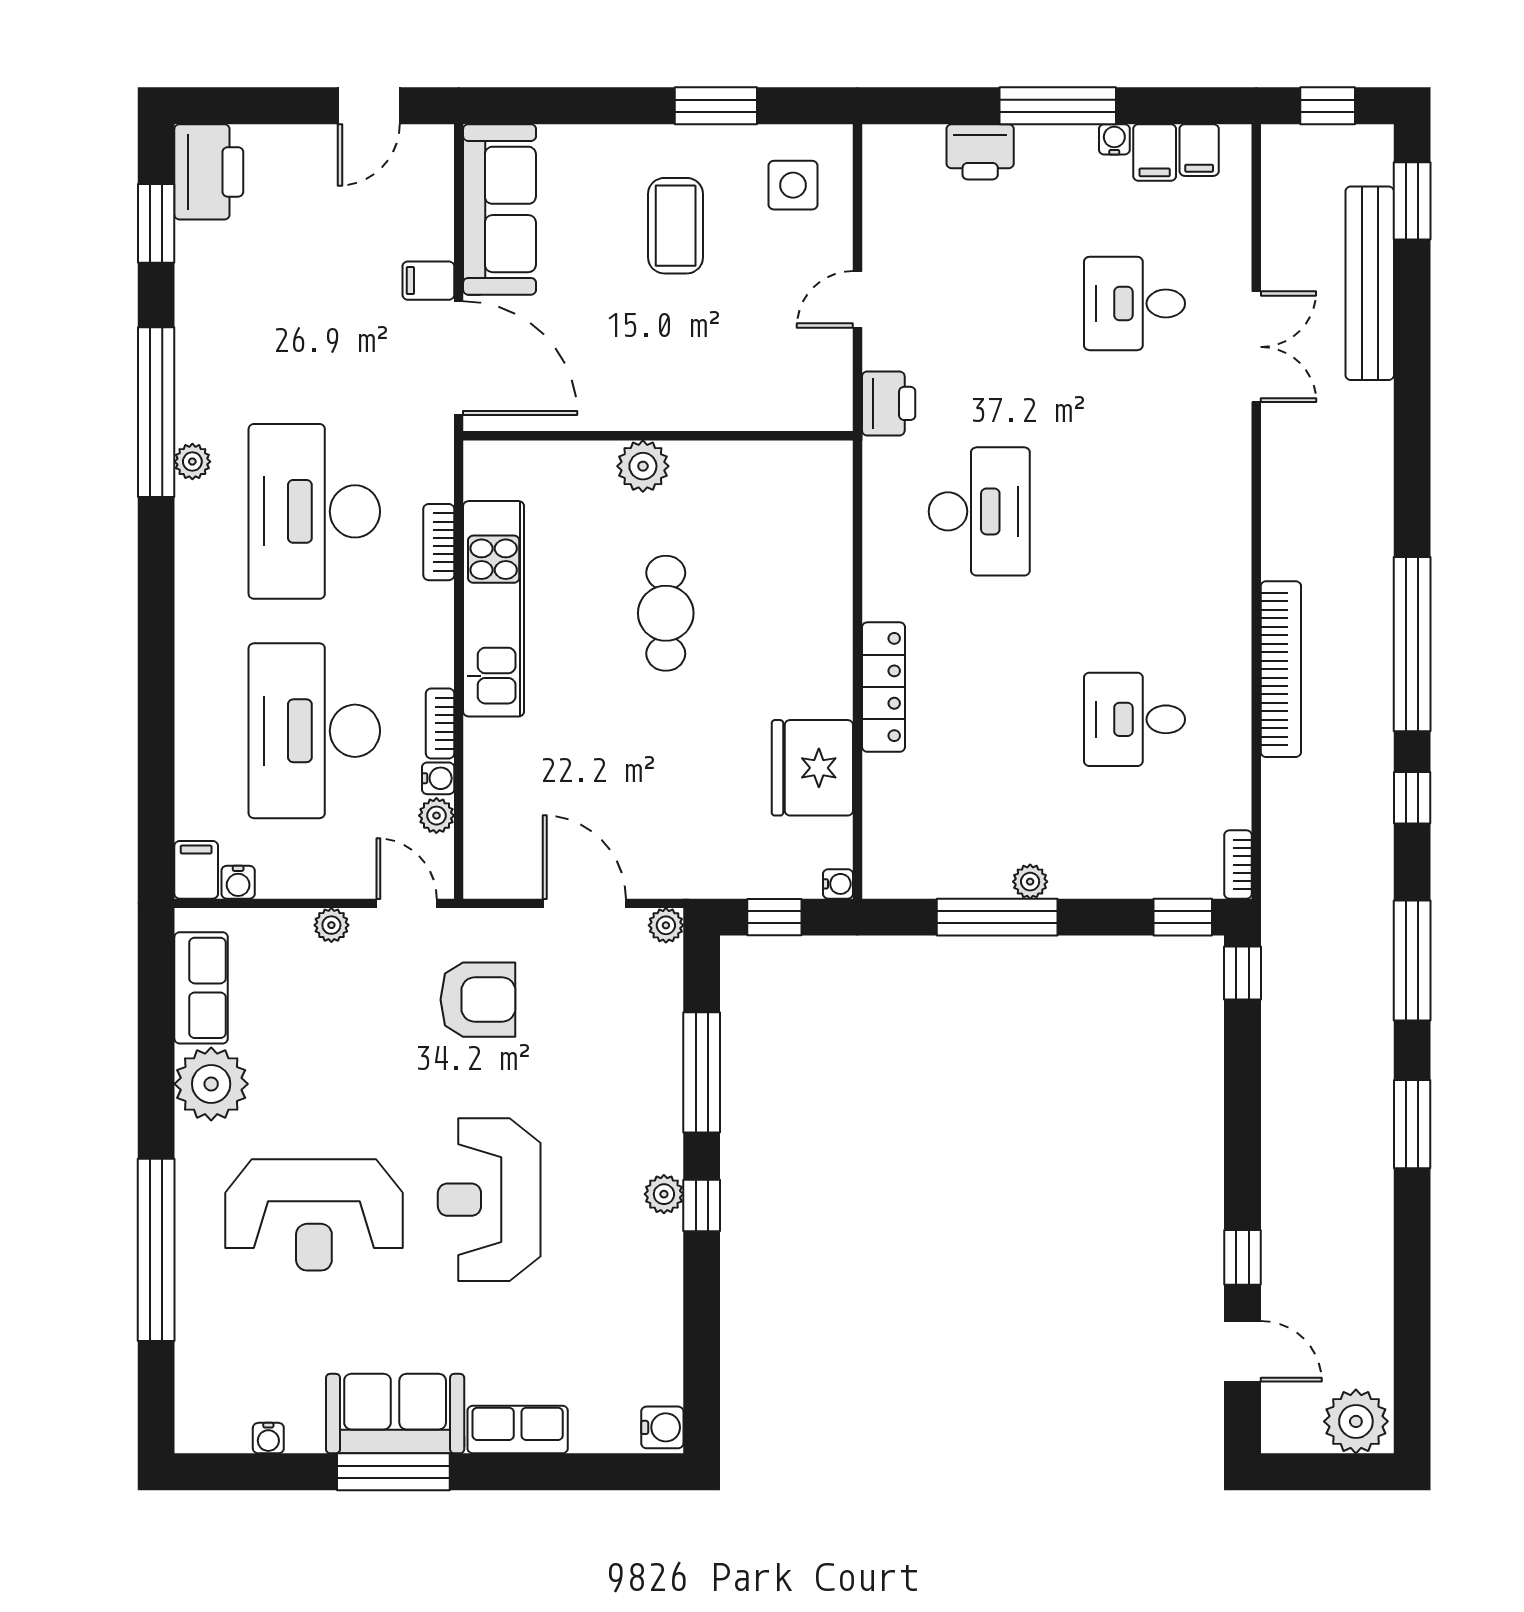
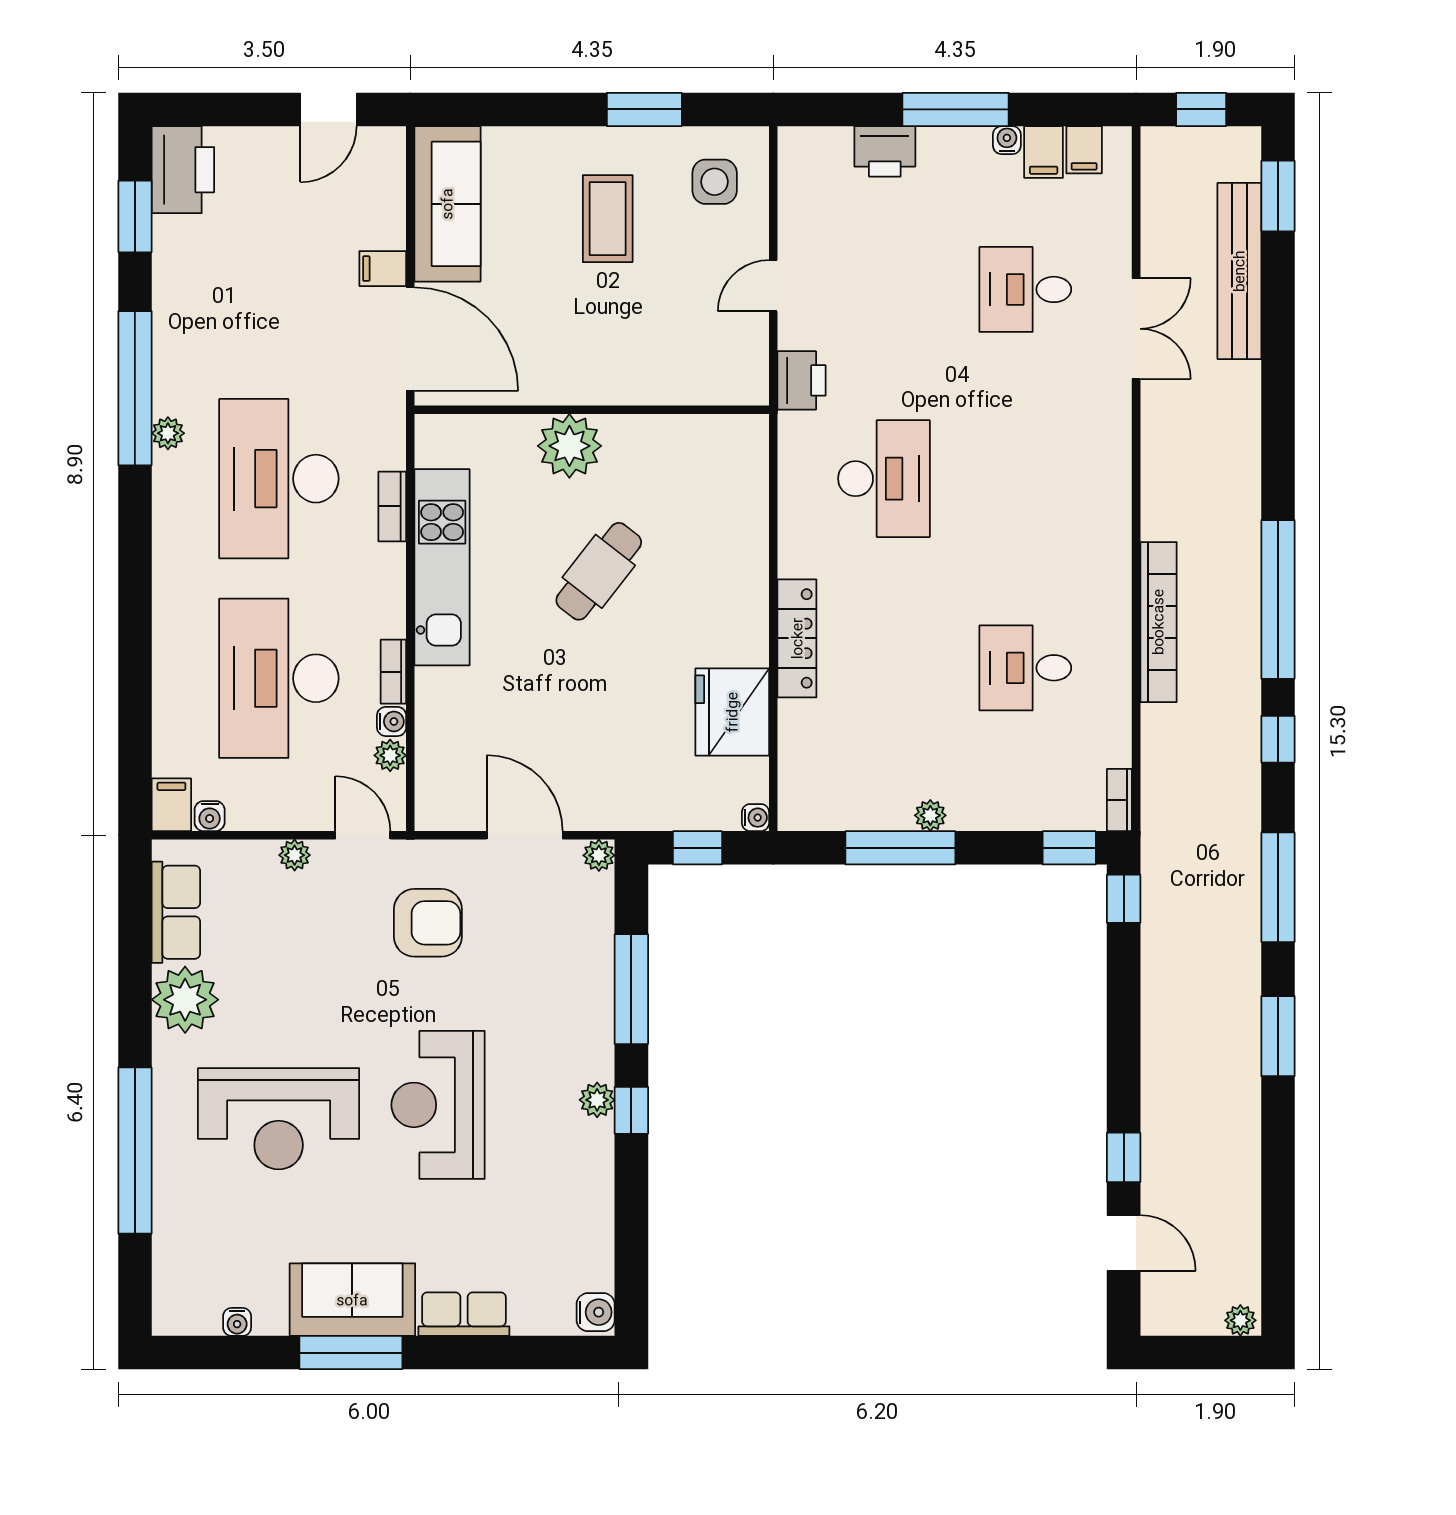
plant: (643, 466) -> (569, 446), width x1.36, depth x1.36
cafe table: (666, 613) -> (599, 571), turned 38
plant: (1356, 1421) -> (1240, 1320), width x0.53, depth x0.53

